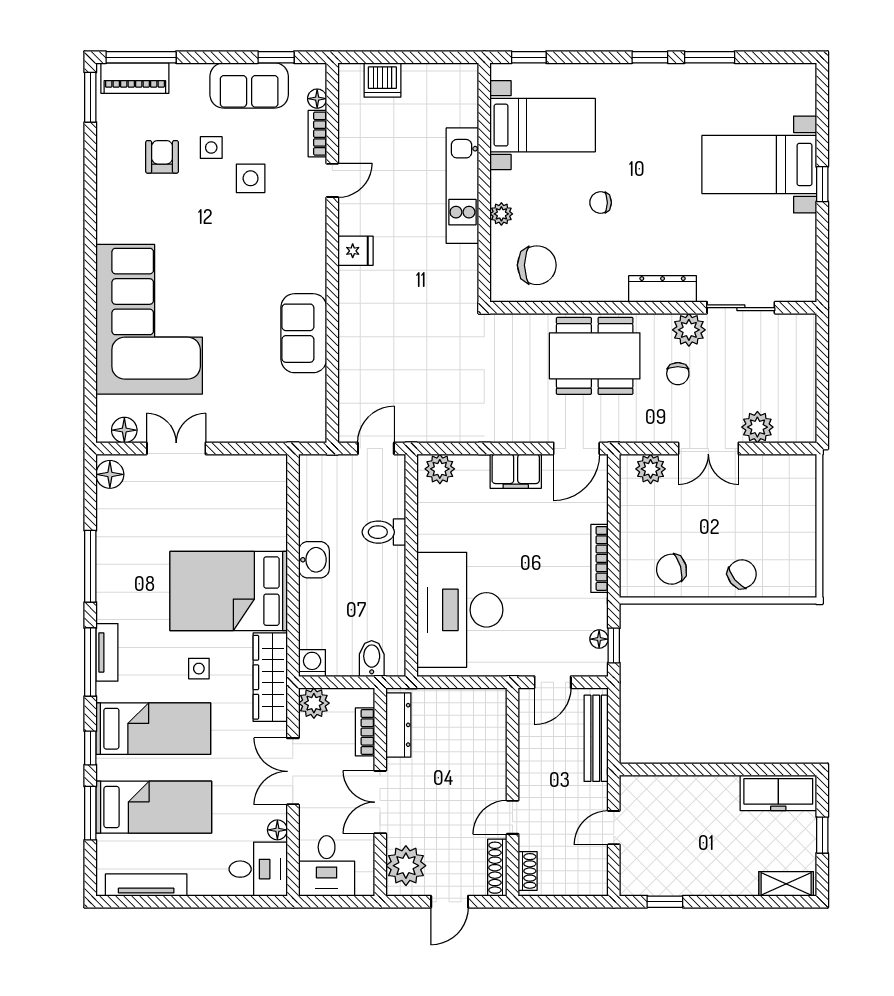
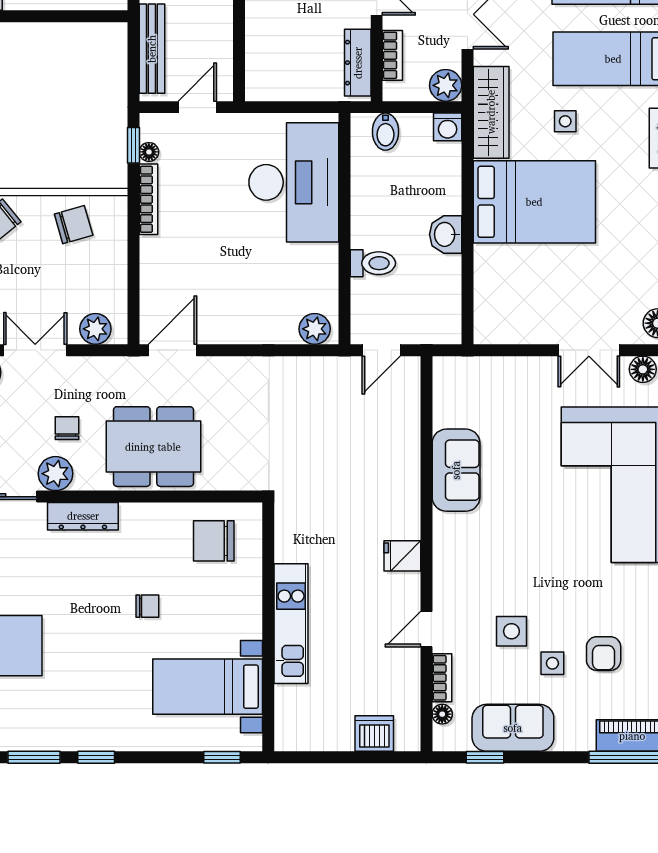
plant: (501, 214) -> (251, 594), removed
filing cabinet: (516, 471) -> (236, 327), removed
bookcase: (600, 558) -> (148, 199), moved

